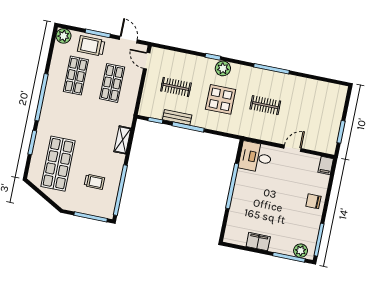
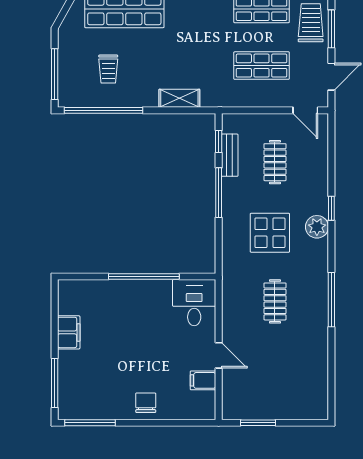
door: (147, 61) -> (305, 110), swing flipped
bench: (177, 117) -> (230, 155), moved
filing cabinet: (326, 166) -> (203, 380), moved
plant: (301, 251) -> (68, 399), removed

